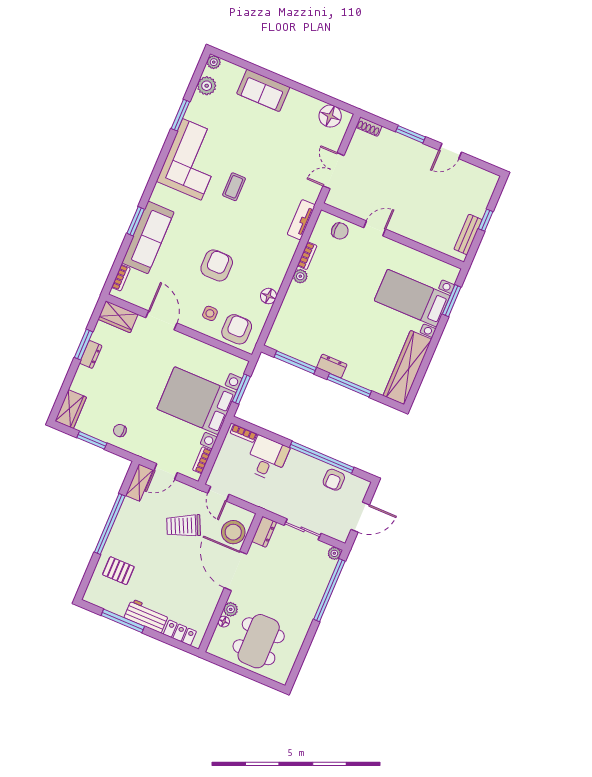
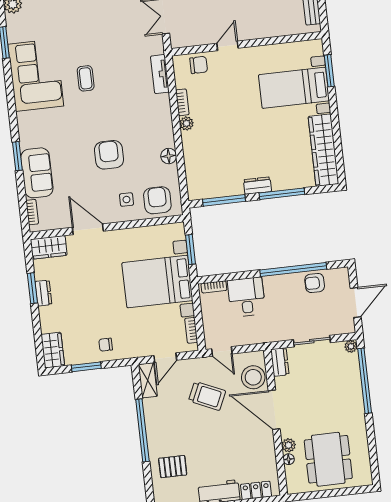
sofa: (148, 237) -> (37, 173), width x0.73
armchair: (334, 480) -> (315, 283), turned 90
trolley: (184, 526) -> (207, 396), turned -131

